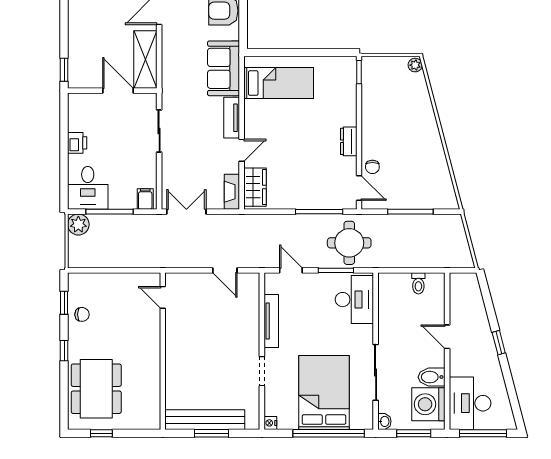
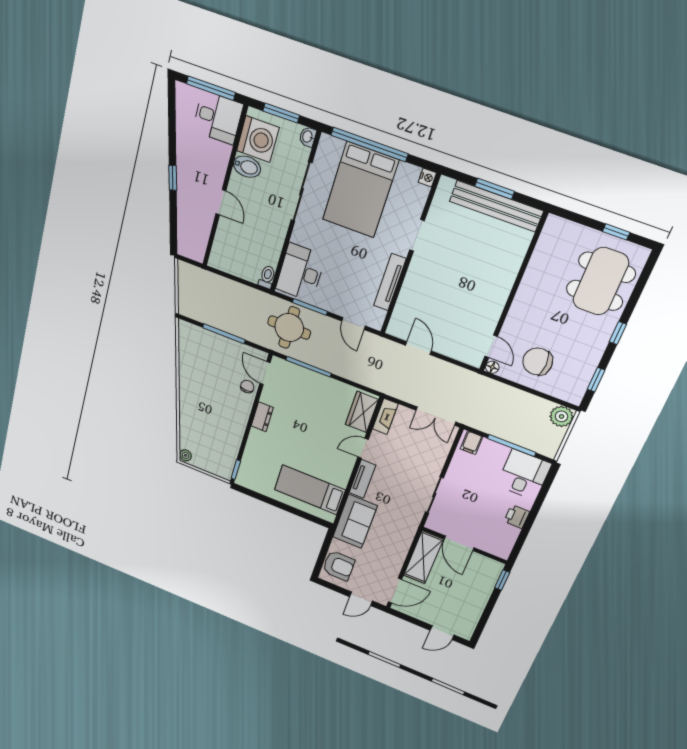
plant: (78, 224) -> (561, 416), moved
floor lamp: (154, 279) -> (492, 367), added
toilet: (418, 283) -> (267, 277), moved
chair: (82, 314) -> (538, 362), moved, width x1.87, depth x1.87
desk: (470, 403) -> (218, 118), width x0.73

